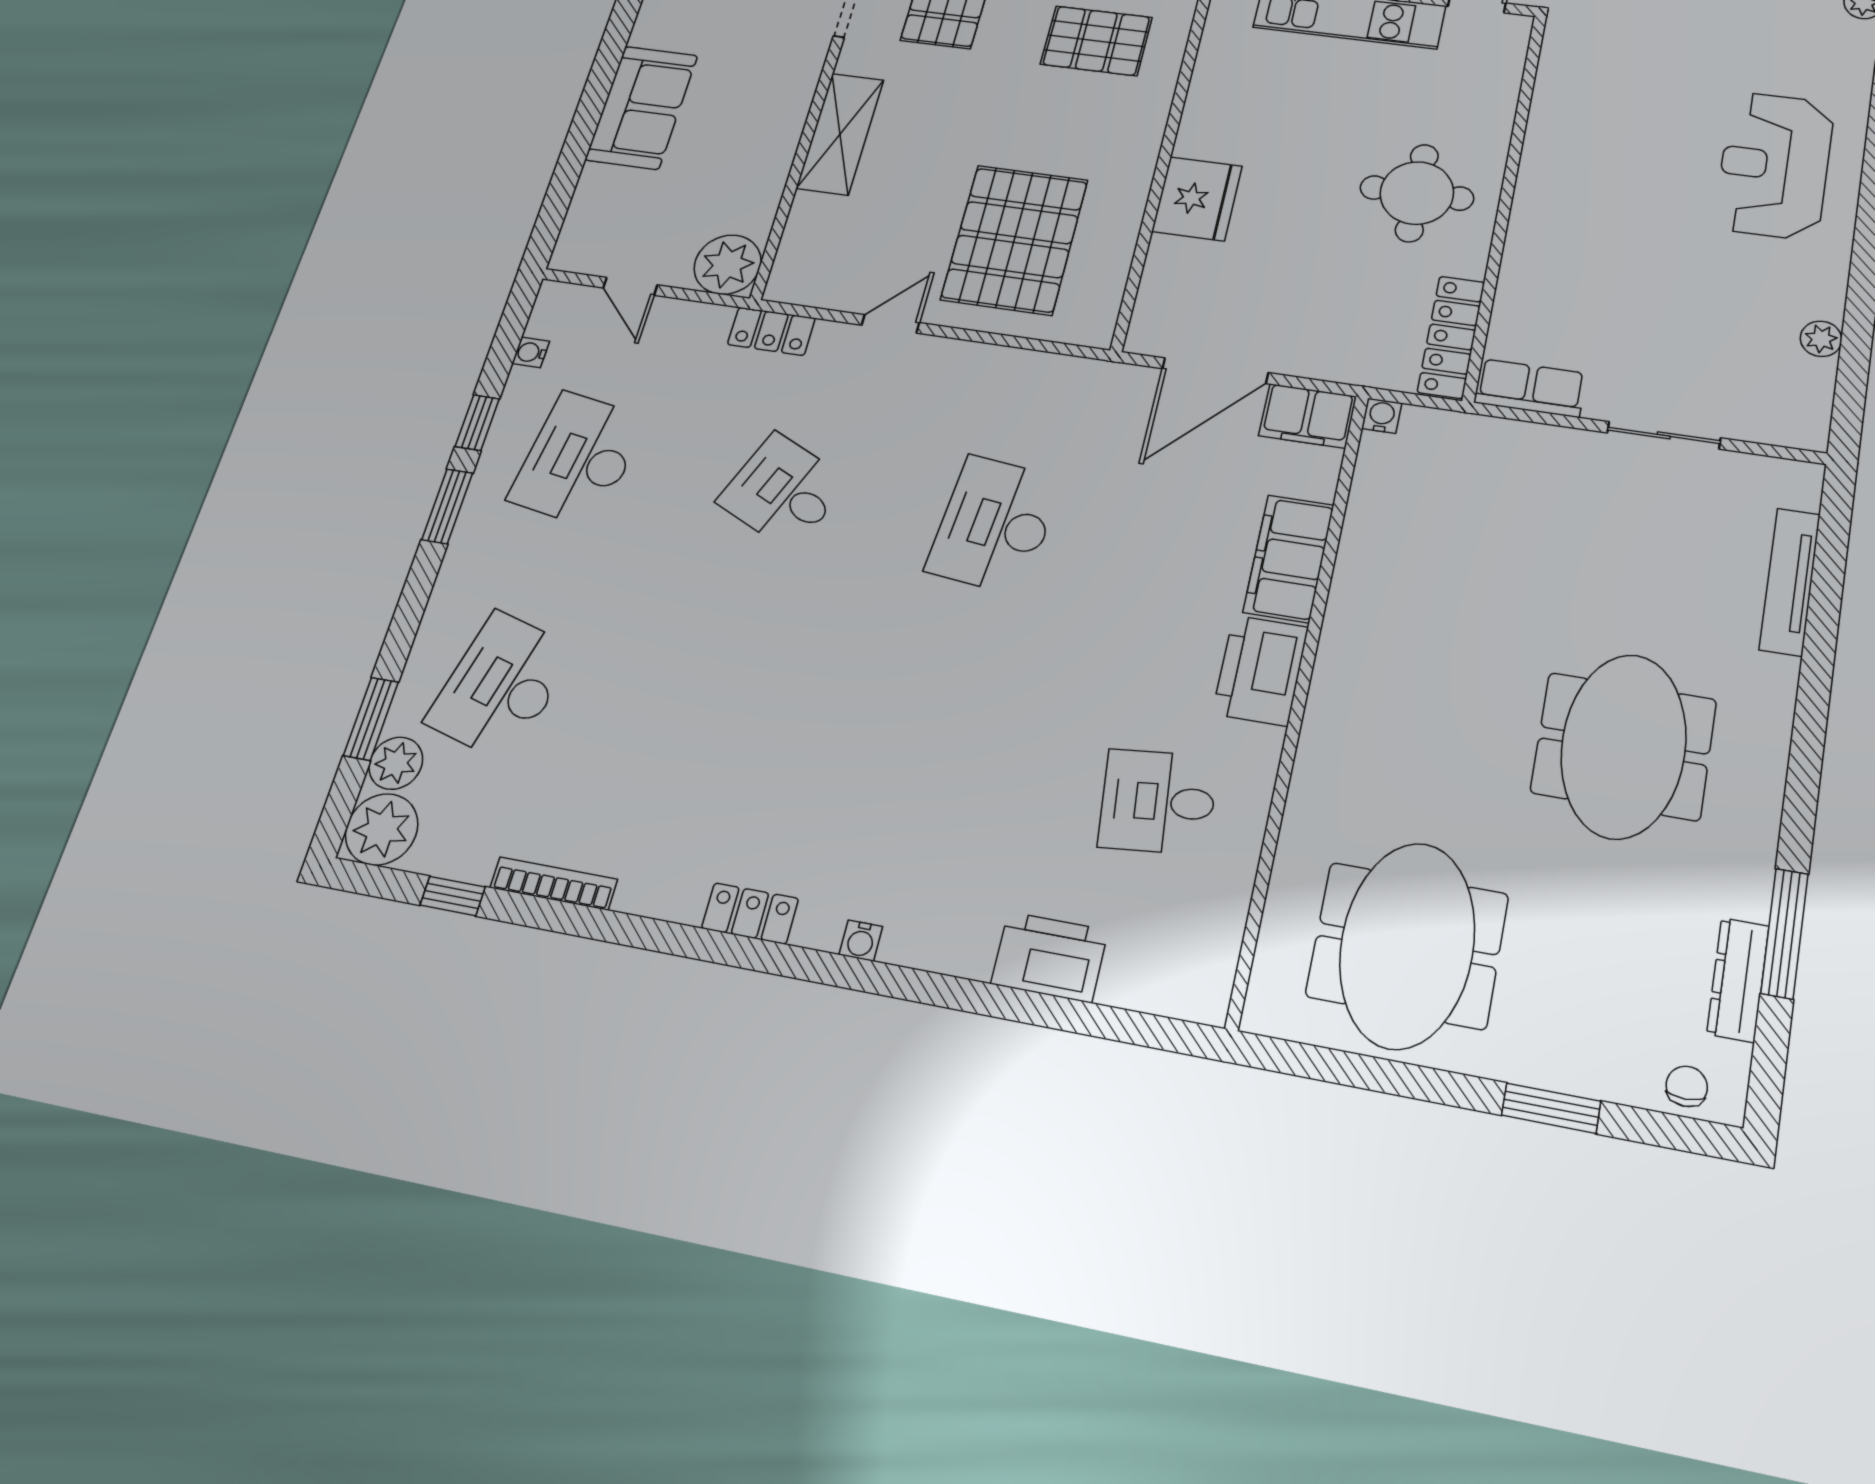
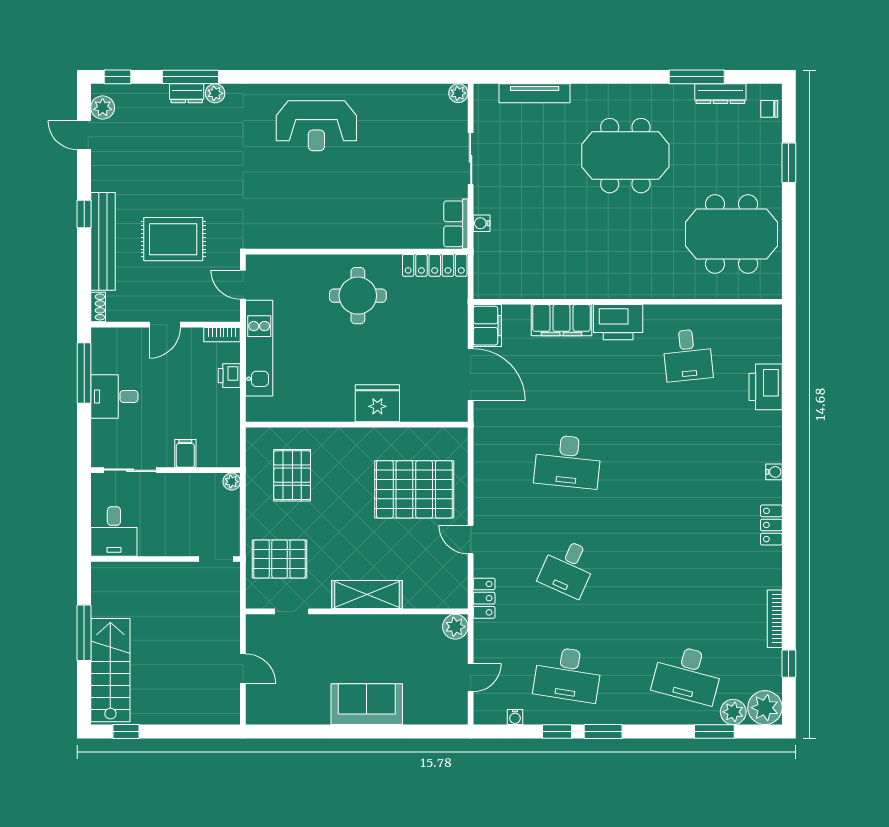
plant: (728, 265) -> (455, 627), width x0.73, depth x0.73
plant: (1821, 339) -> (458, 93), moved
water cooler: (1382, 416) -> (482, 223), moved

